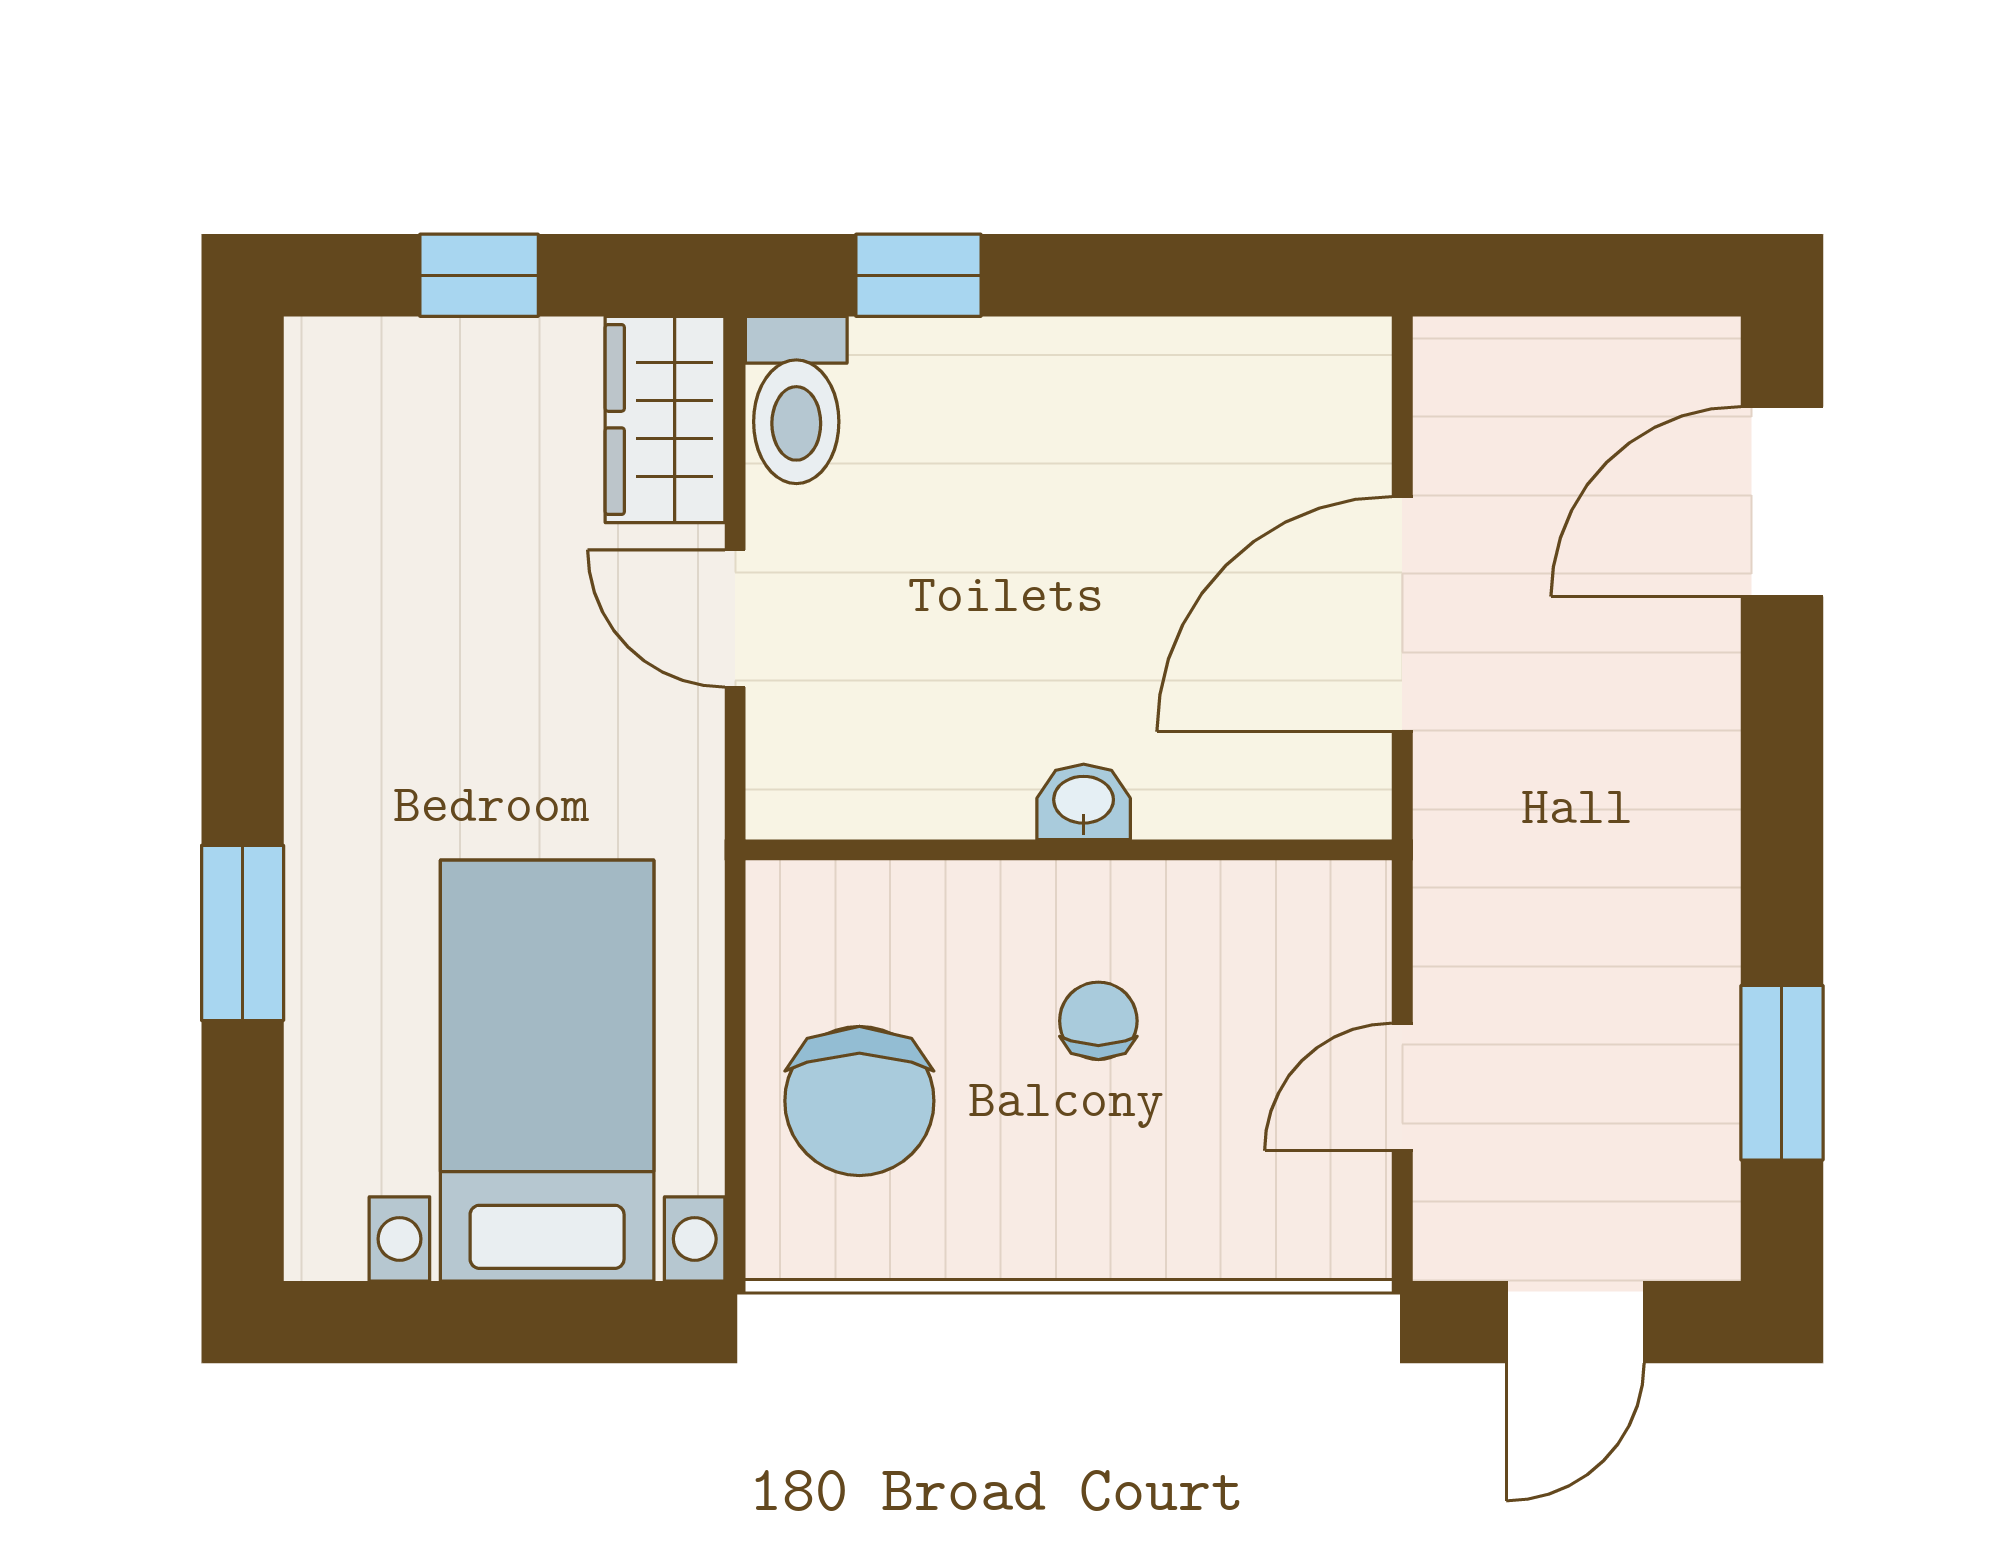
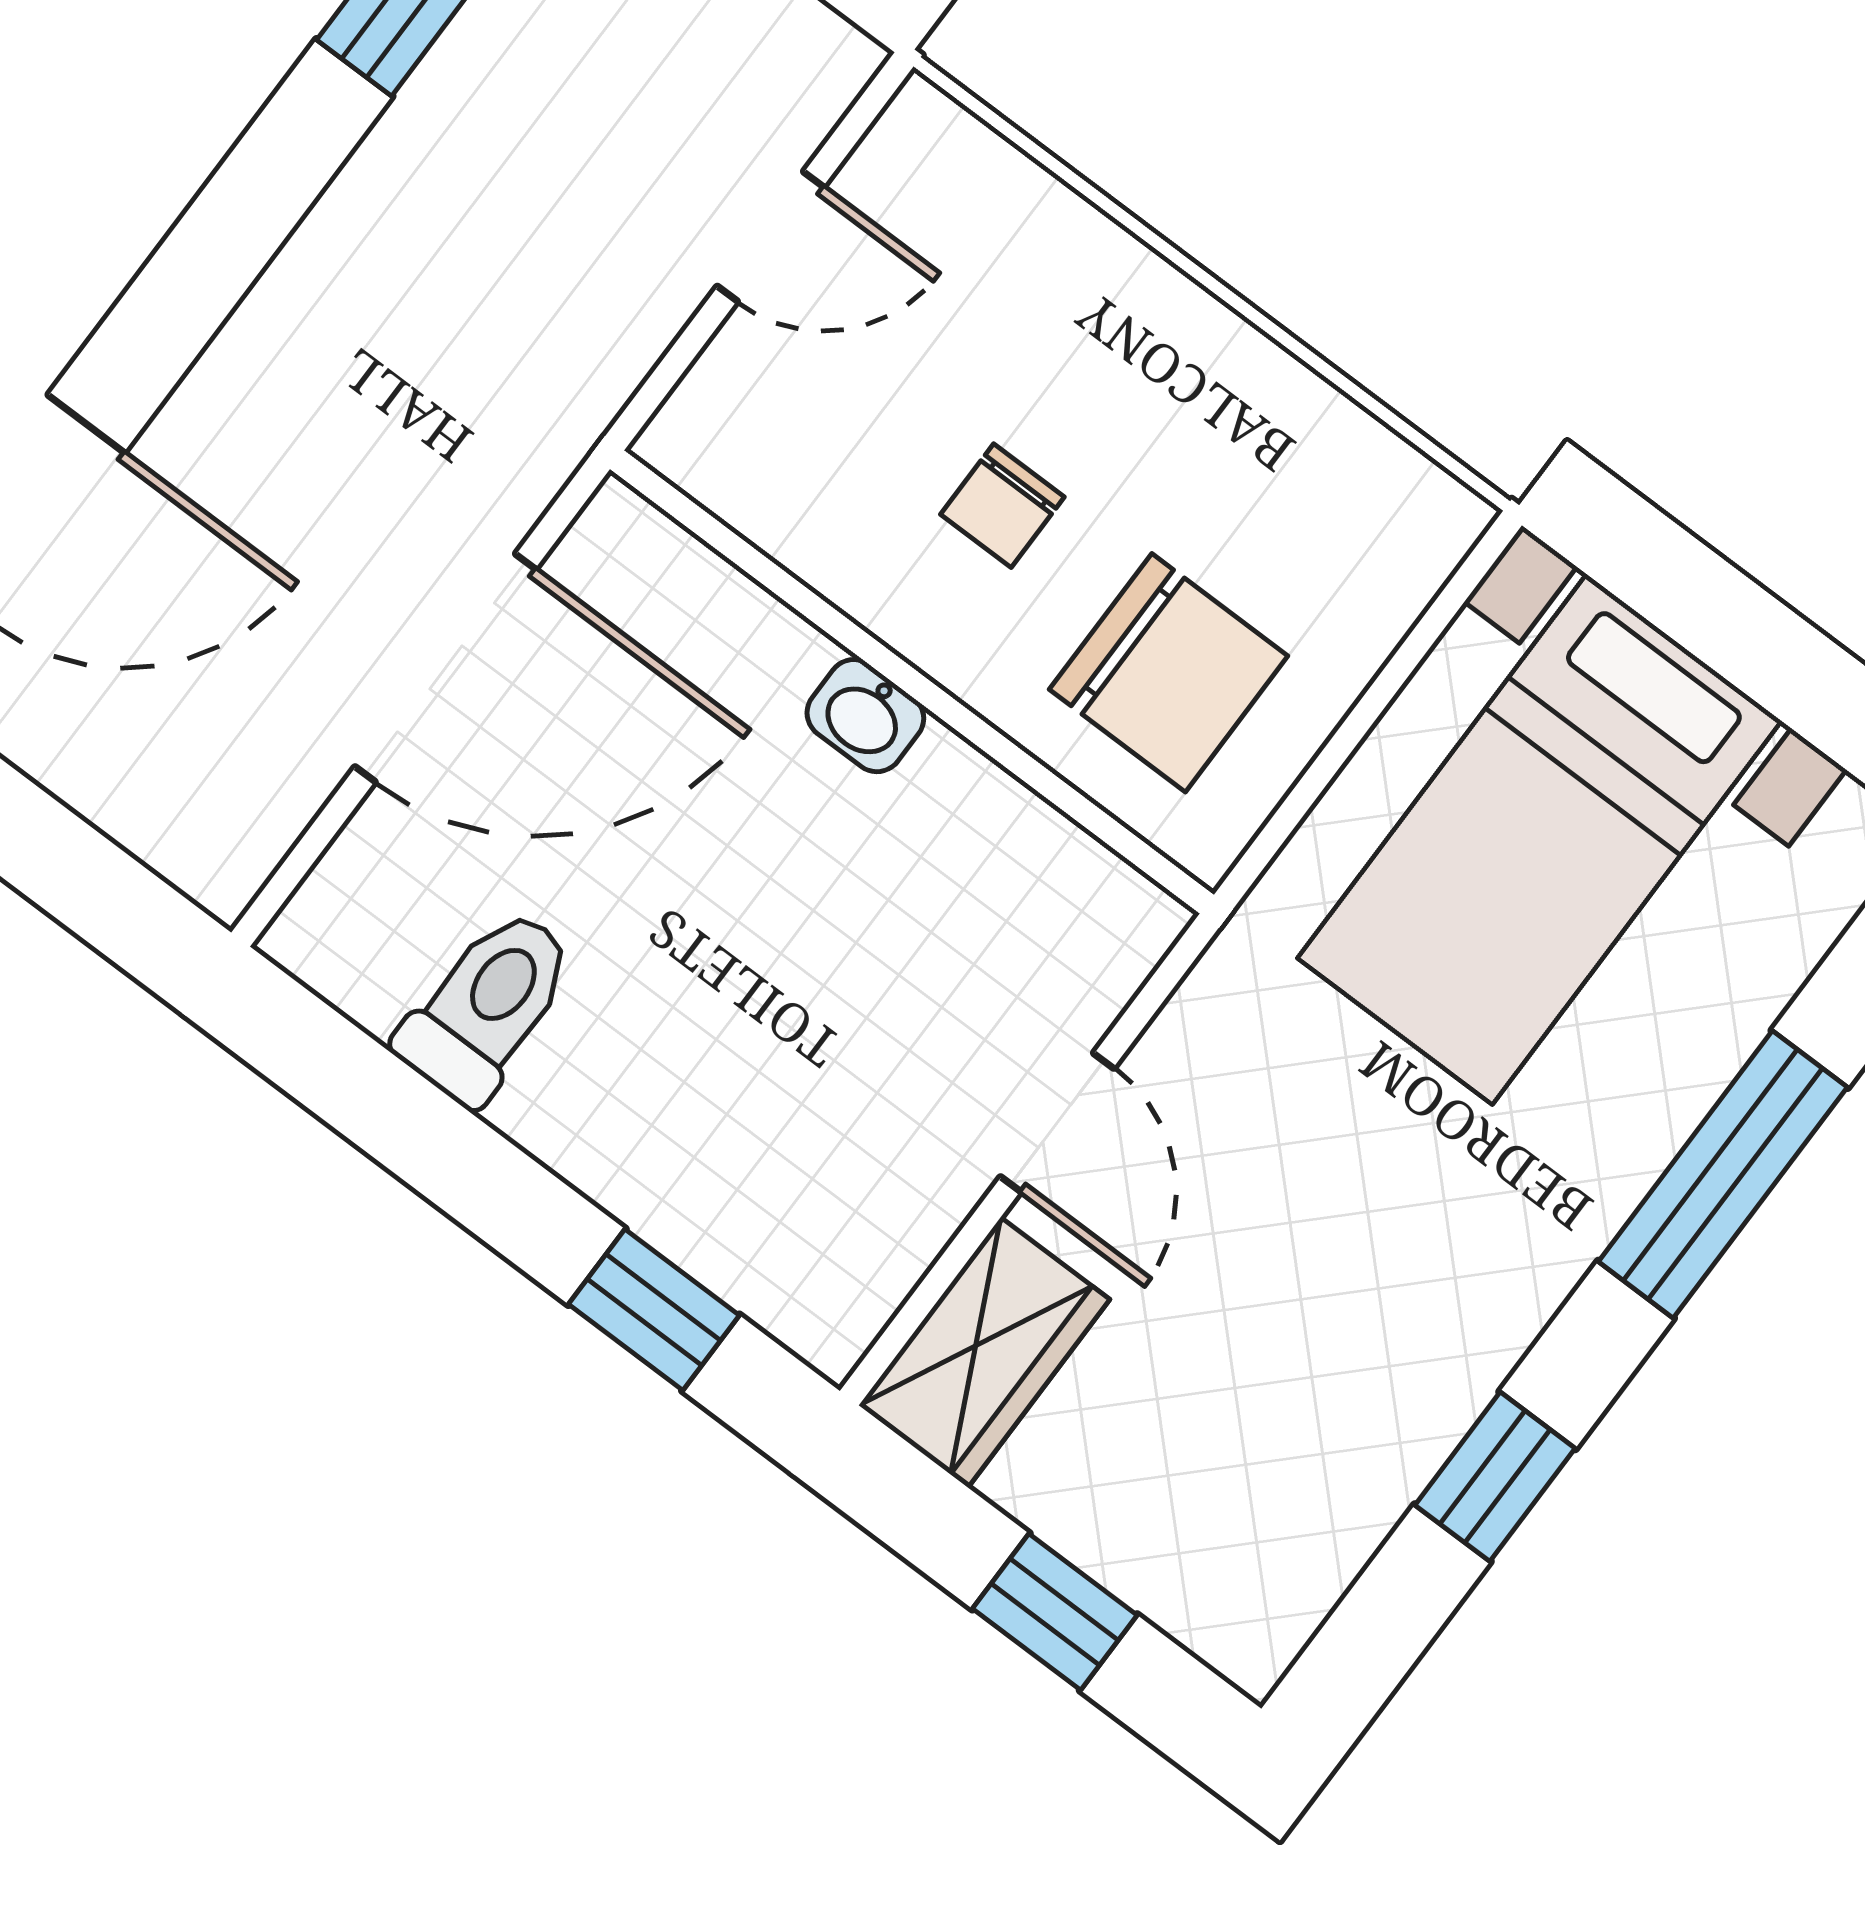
toilet: (796, 400) -> (487, 1006), moved
window: (243, 602) -> (1495, 1477), added
window: (243, 933) -> (1723, 1174), width x1.44
chair: (859, 1101) -> (1169, 673), moved, turned 90

